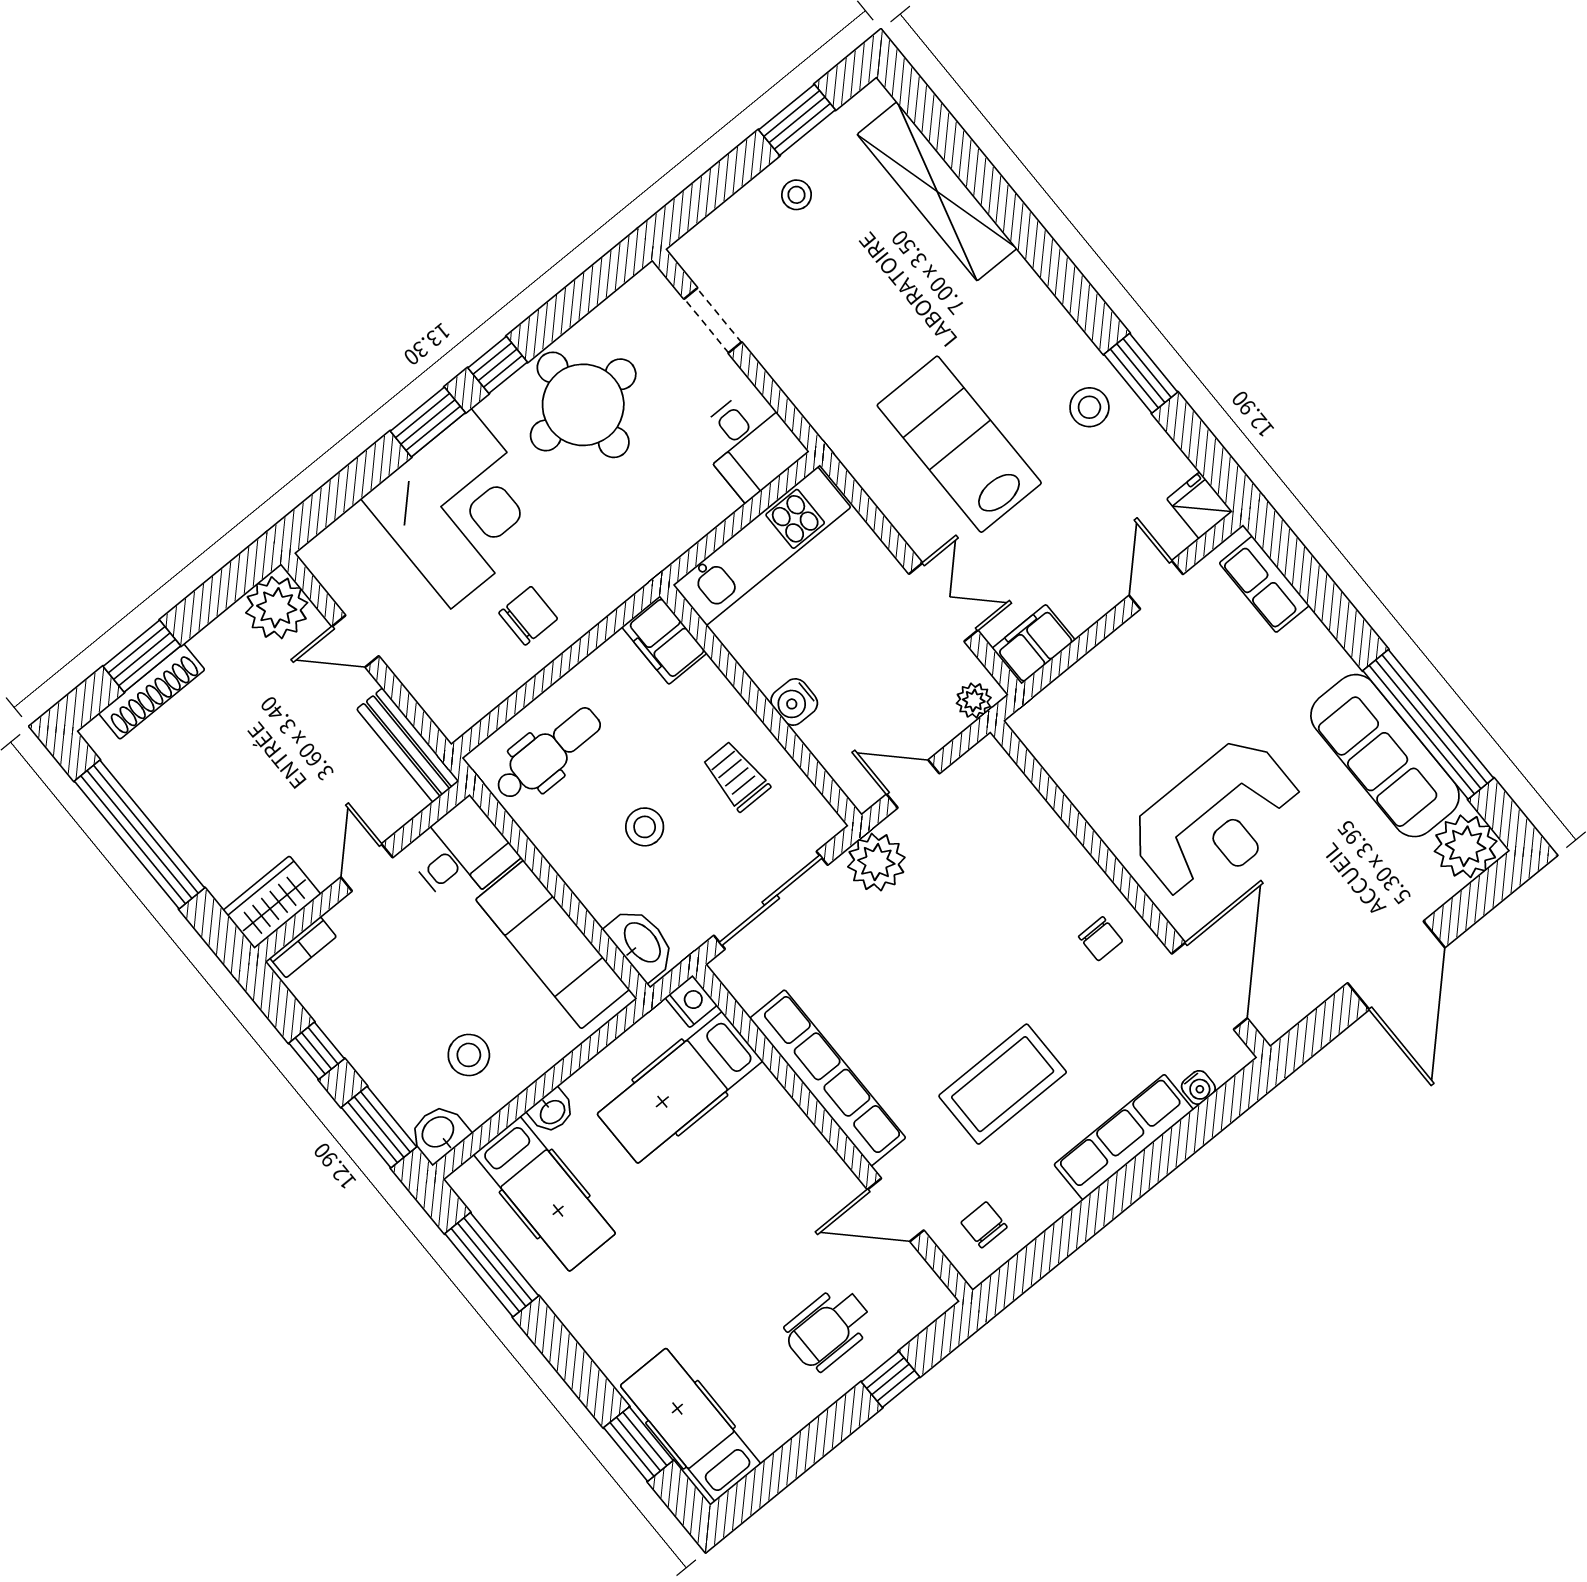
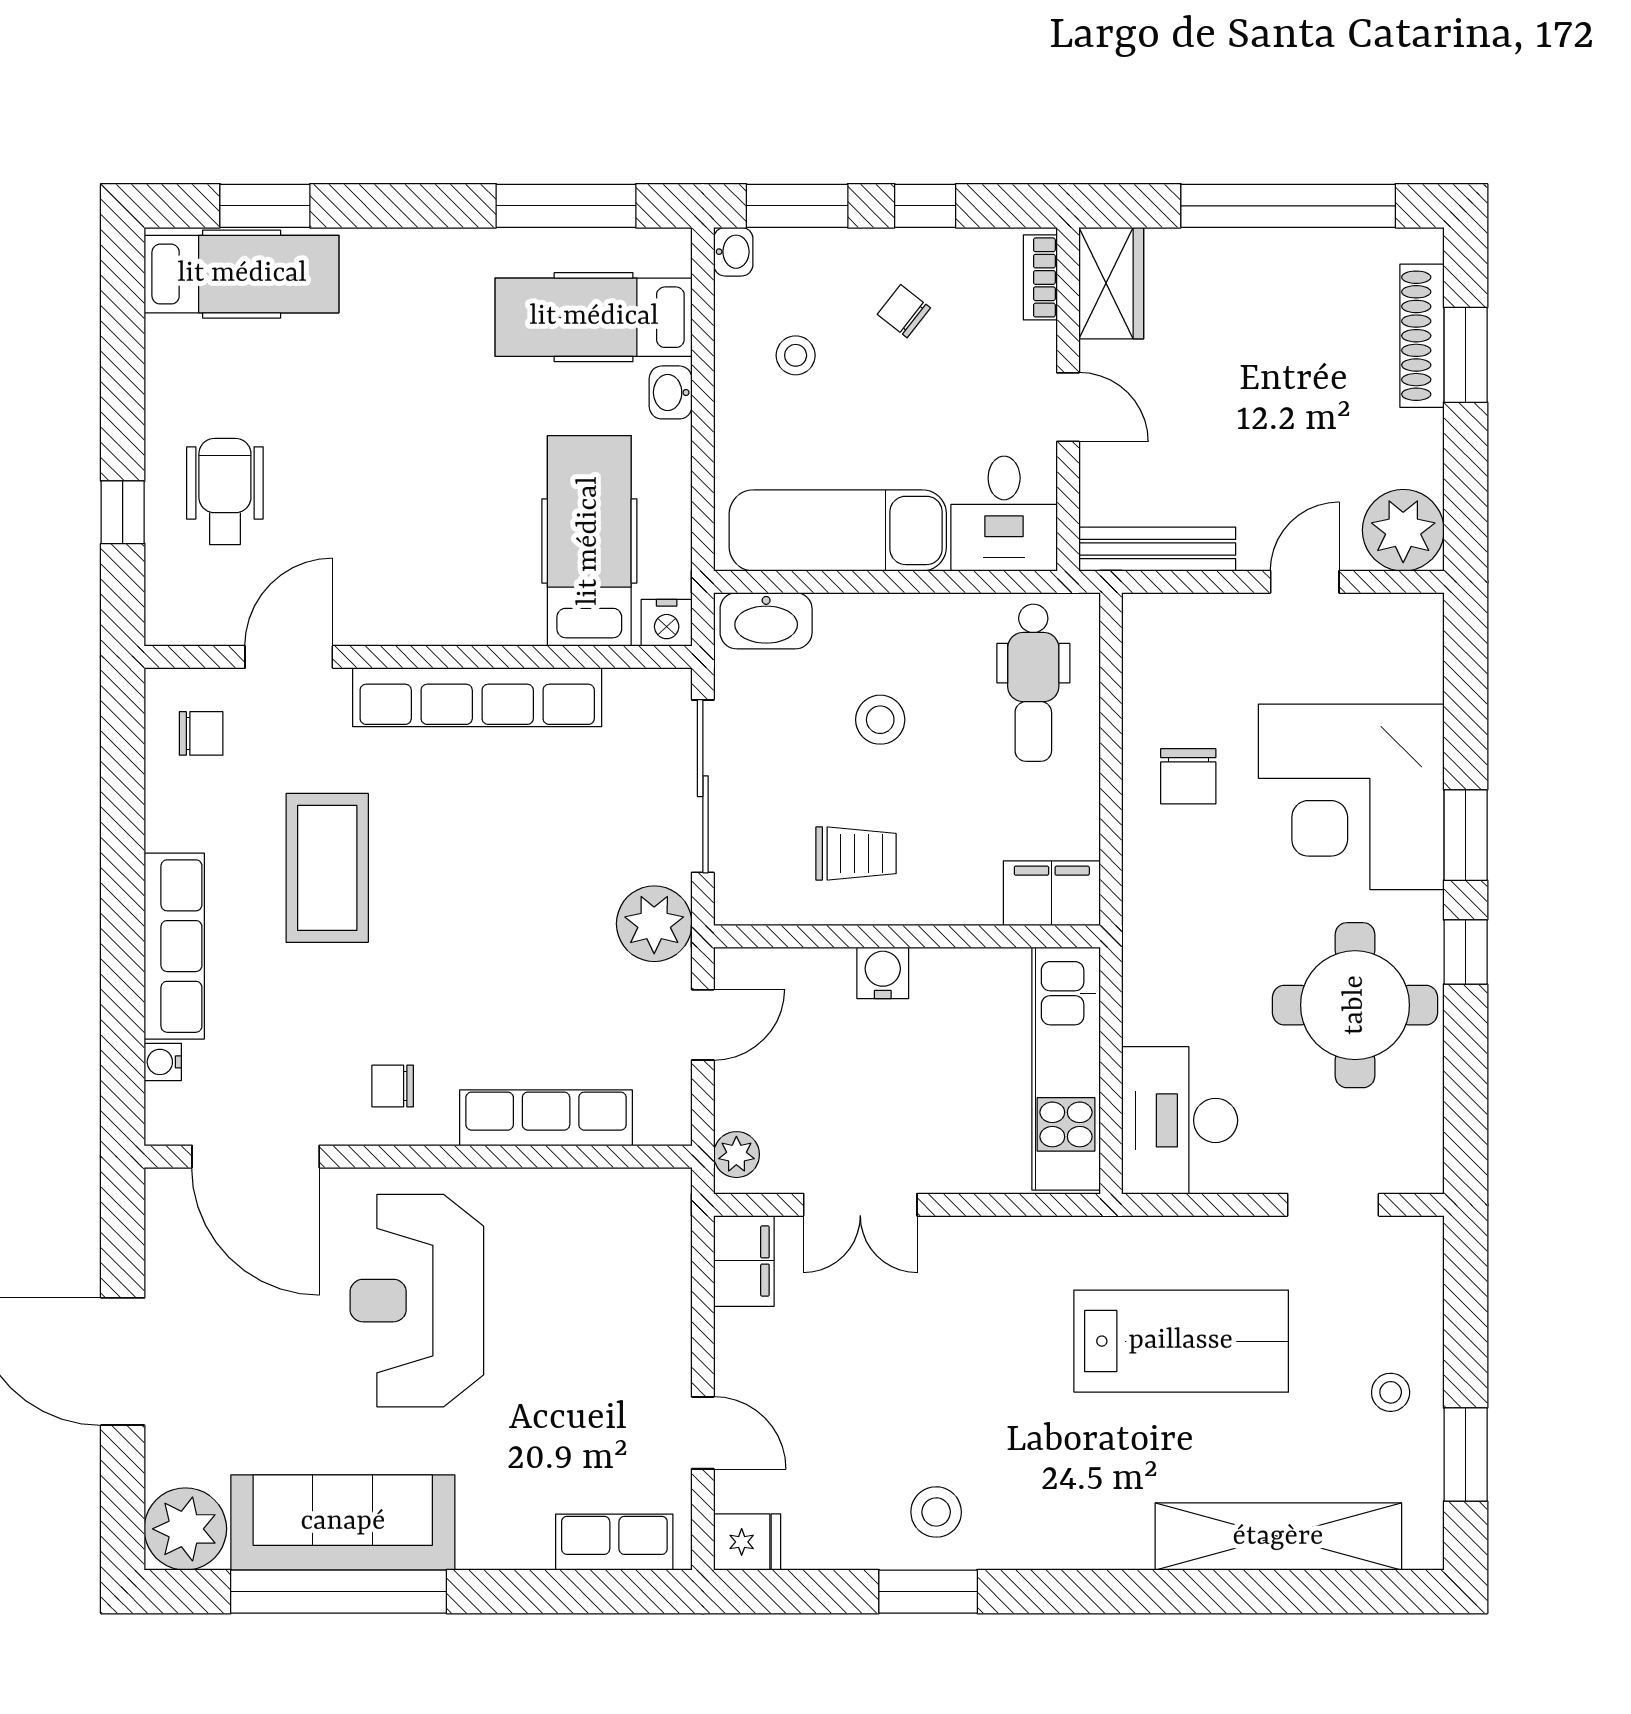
desk: (749, 443) -> (1180, 1120), width x1.37
lab bench: (959, 444) -> (1181, 1341), moved
row of seats: (1045, 832) -> (546, 1118), added
chair: (390, 1012) -> (904, 311), added
stool: (469, 1055) -> (796, 355), width x0.73, depth x0.73
washbasin: (439, 1133) -> (733, 252), width x0.72, depth x0.69

